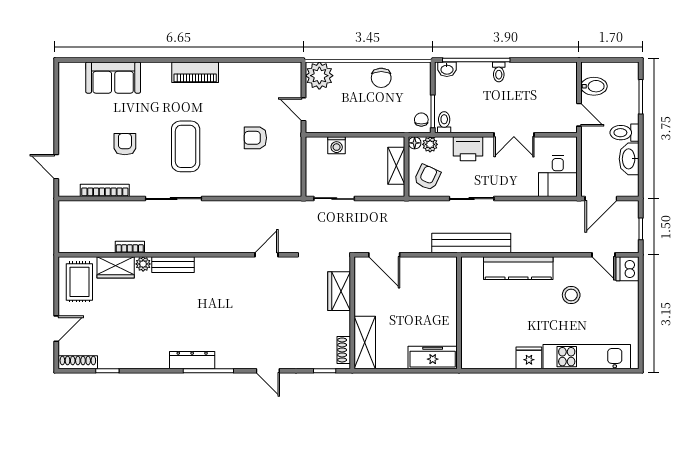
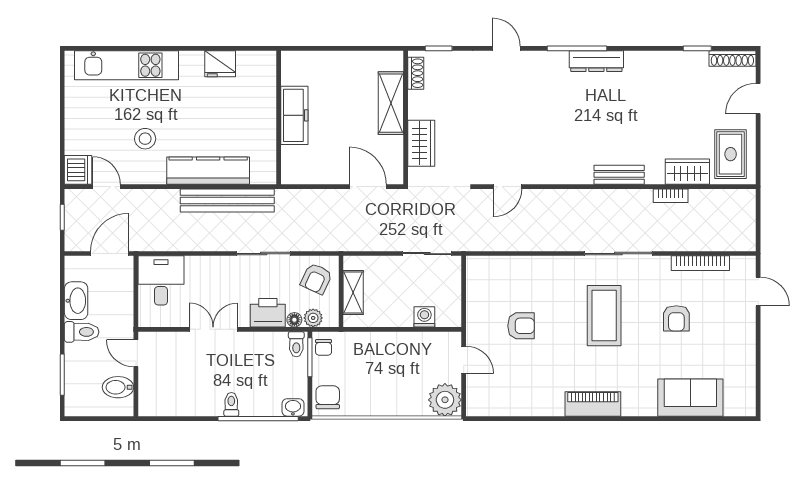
chair: (381, 78) -> (328, 397), moved
floor lamp: (415, 143) -> (294, 320), moved
bench: (471, 243) -> (227, 200), moved
plant: (143, 264) -> (655, 176), removed
shelving: (365, 342) -> (391, 103), moved
freezer: (433, 358) -> (294, 115), moved, turned -90
fridge: (529, 358) -> (220, 64), moved

